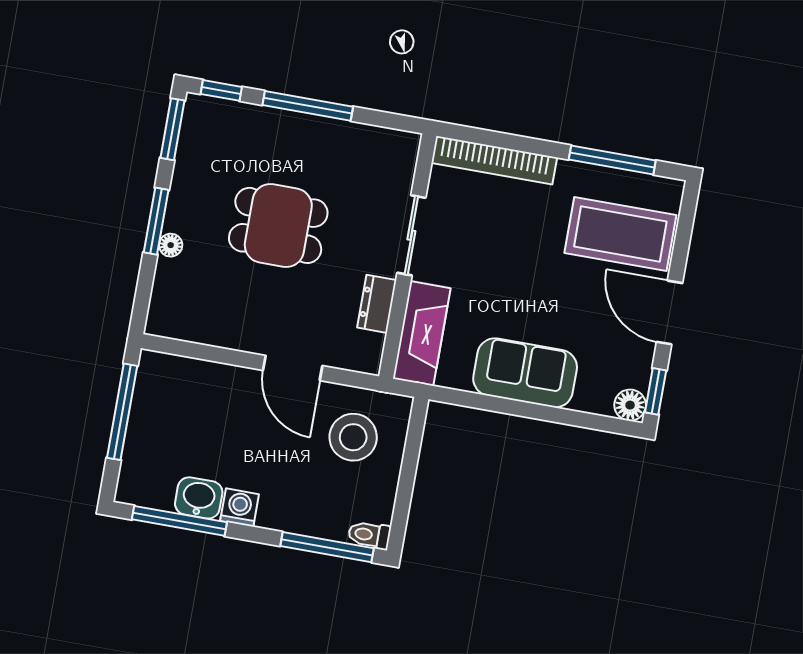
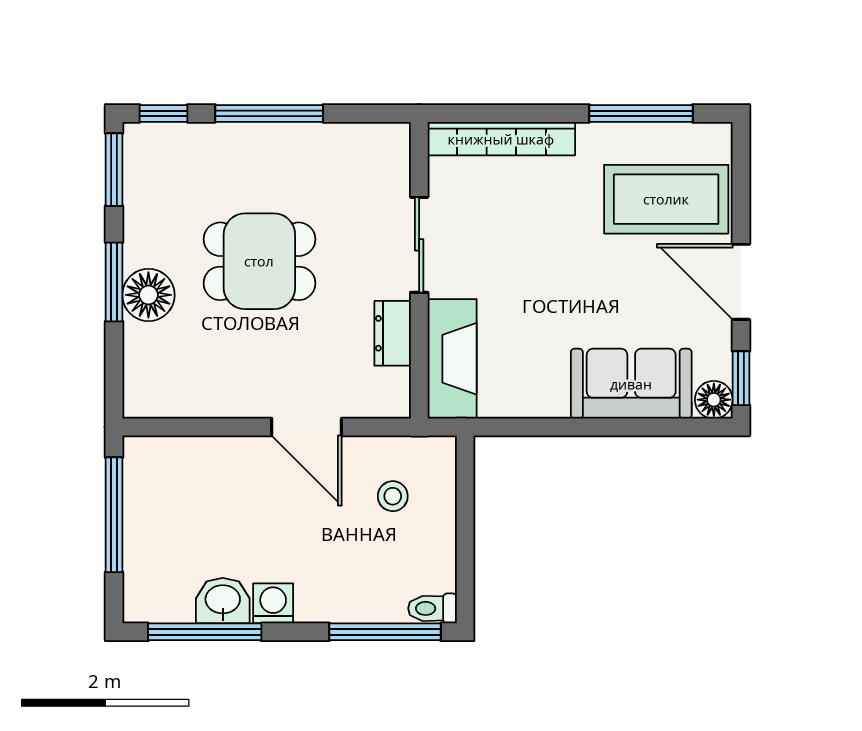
floor lamp: (171, 245) -> (148, 295), width x1.89, depth x1.89
sofa: (525, 373) -> (631, 384), moved
stool: (353, 437) -> (393, 496), width x0.53, depth x0.53

